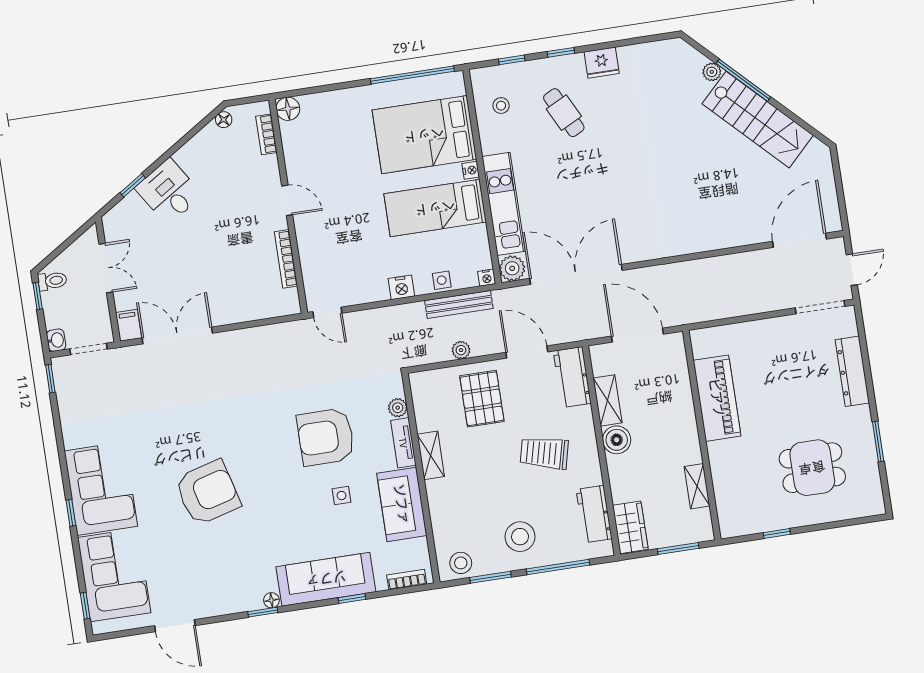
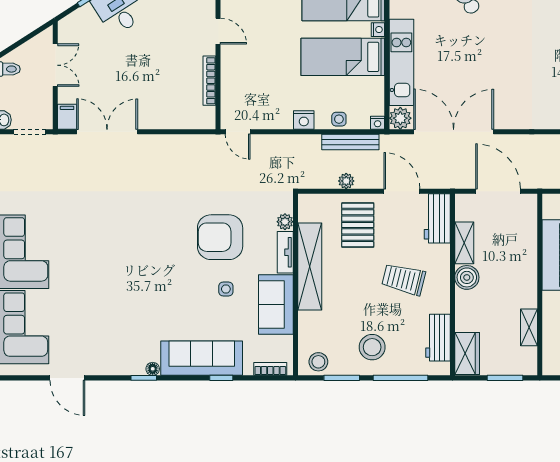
shelving: (431, 455) -> (310, 266), width x2.20, depth x1.33
armchair: (208, 493) -> (112, 269), removed

